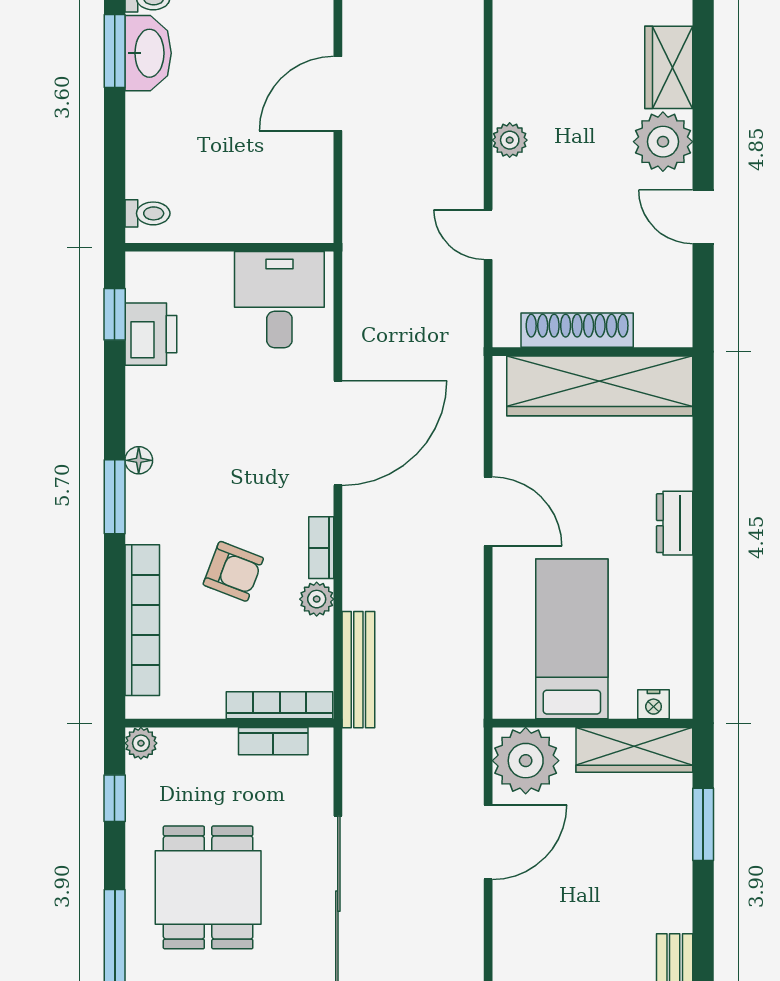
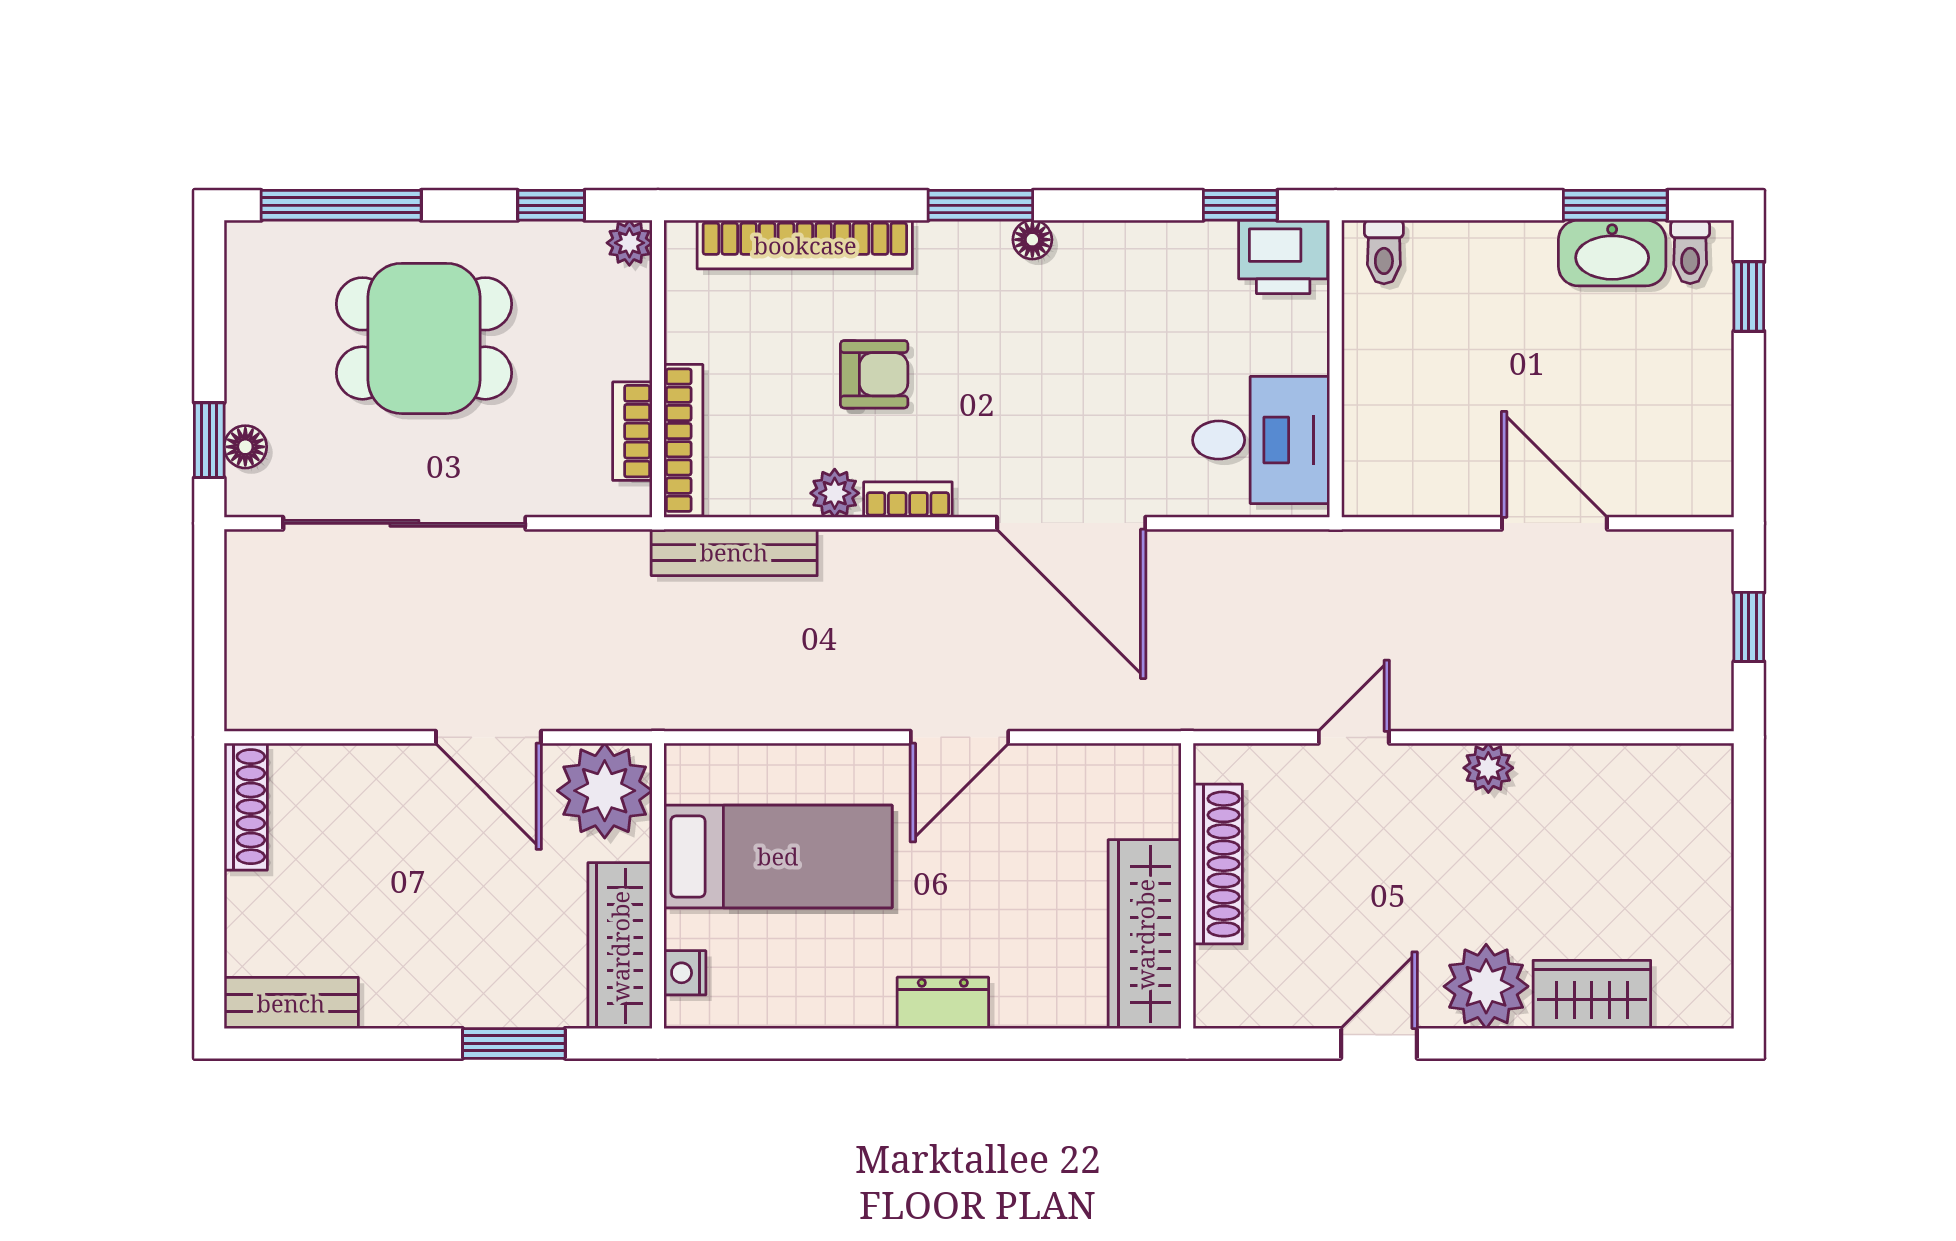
printer: (151, 334) -> (1283, 257), moved
wardrobe: (600, 386) -> (1145, 934), width x0.71, depth x0.85
armchair: (233, 571) -> (874, 374), turned -111

